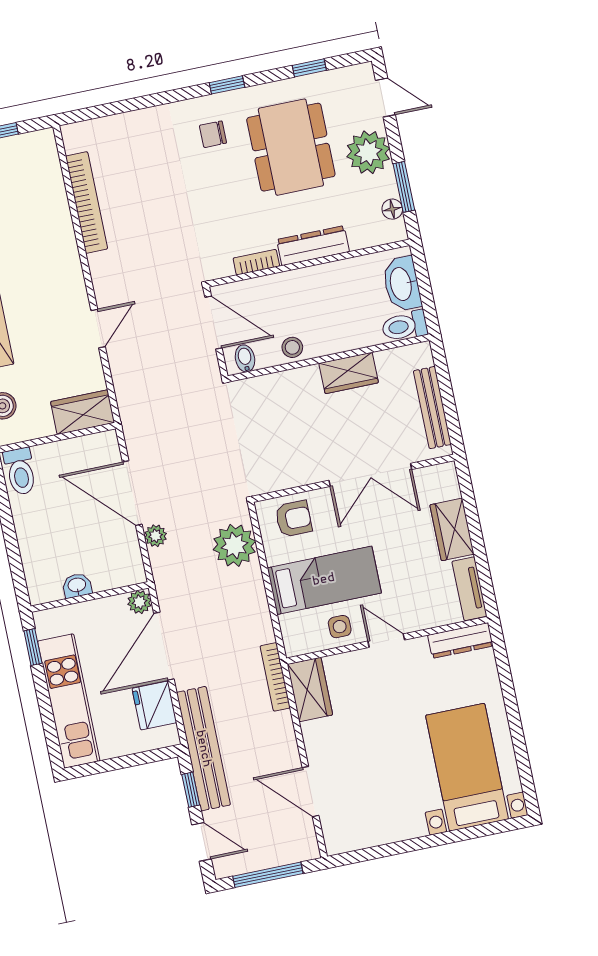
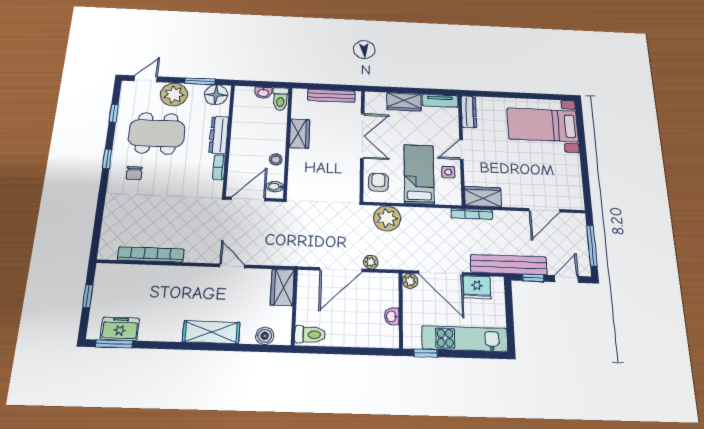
floor lamp: (392, 209) -> (216, 95), width x1.89, depth x1.89
washbasin: (402, 284) -> (263, 93), width x0.52, depth x0.69

